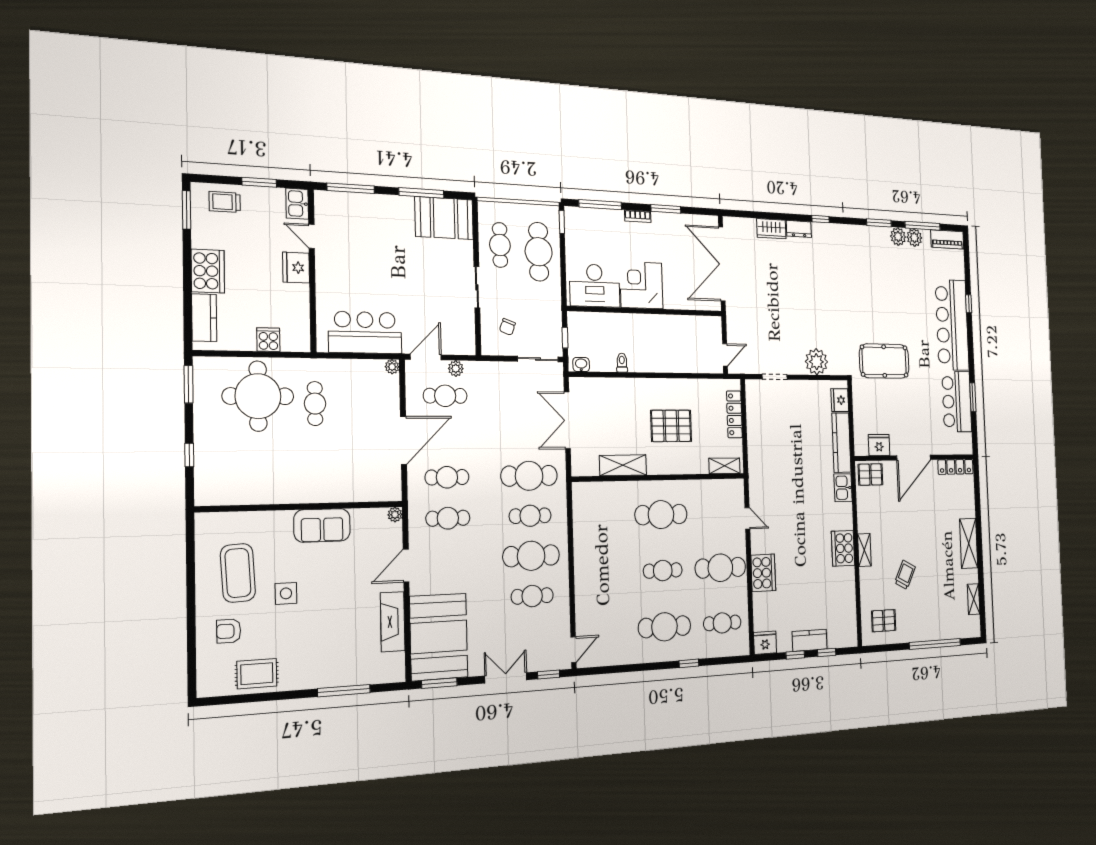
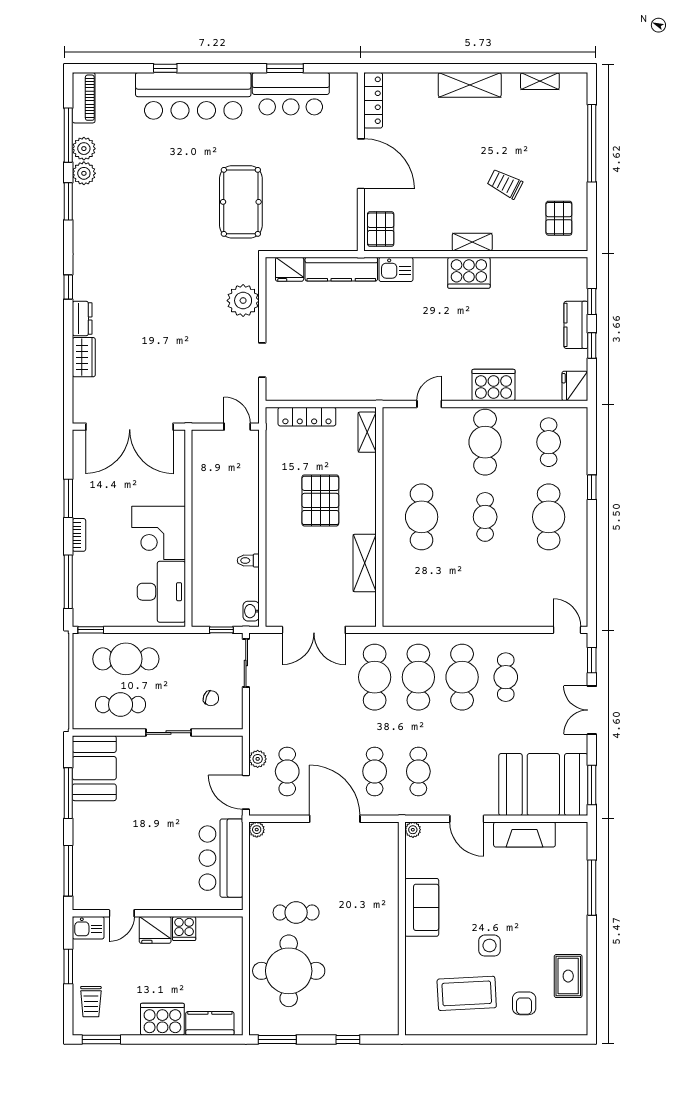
cooker: (268, 340) -> (184, 928), moved, turned -90
fridge: (879, 445) -> (345, 215), removed
cafe table: (530, 516) -> (418, 677), width x1.37, depth x1.35

